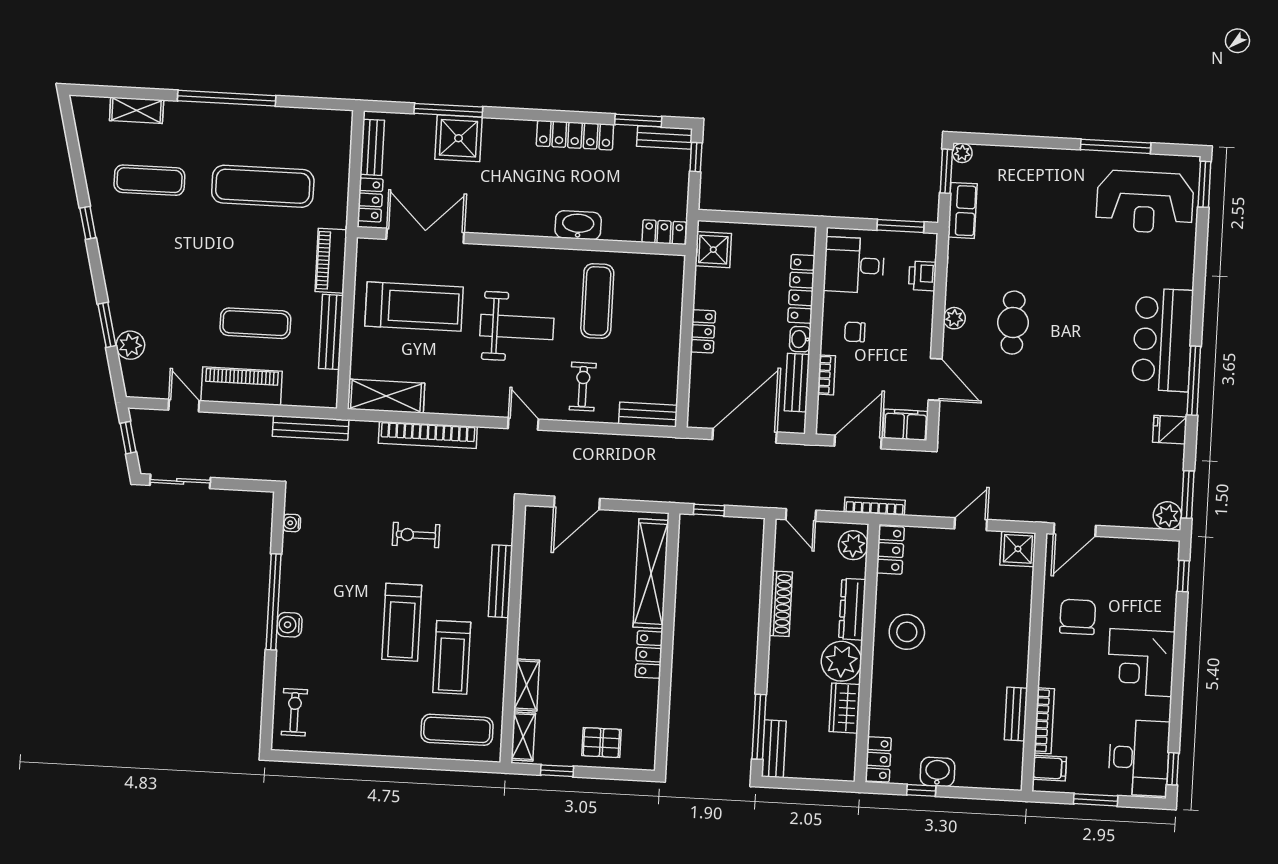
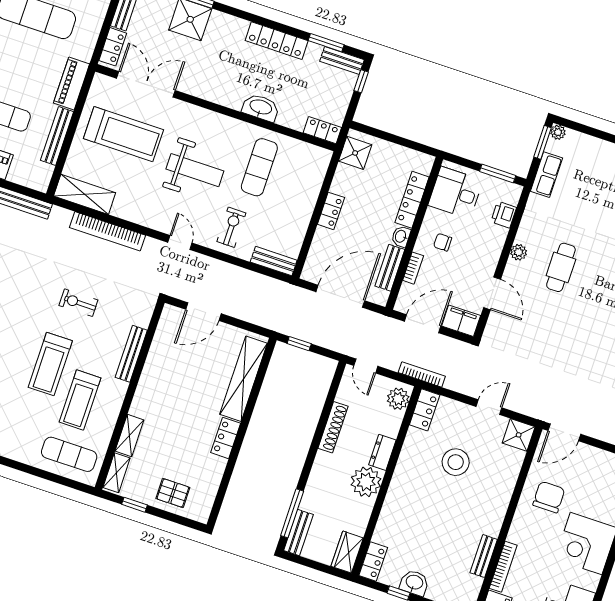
dresser: (852, 609) -> (382, 452), width x0.70
stool: (907, 632) -> (456, 462), moved
wardrobe: (845, 708) -> (347, 552), moved

